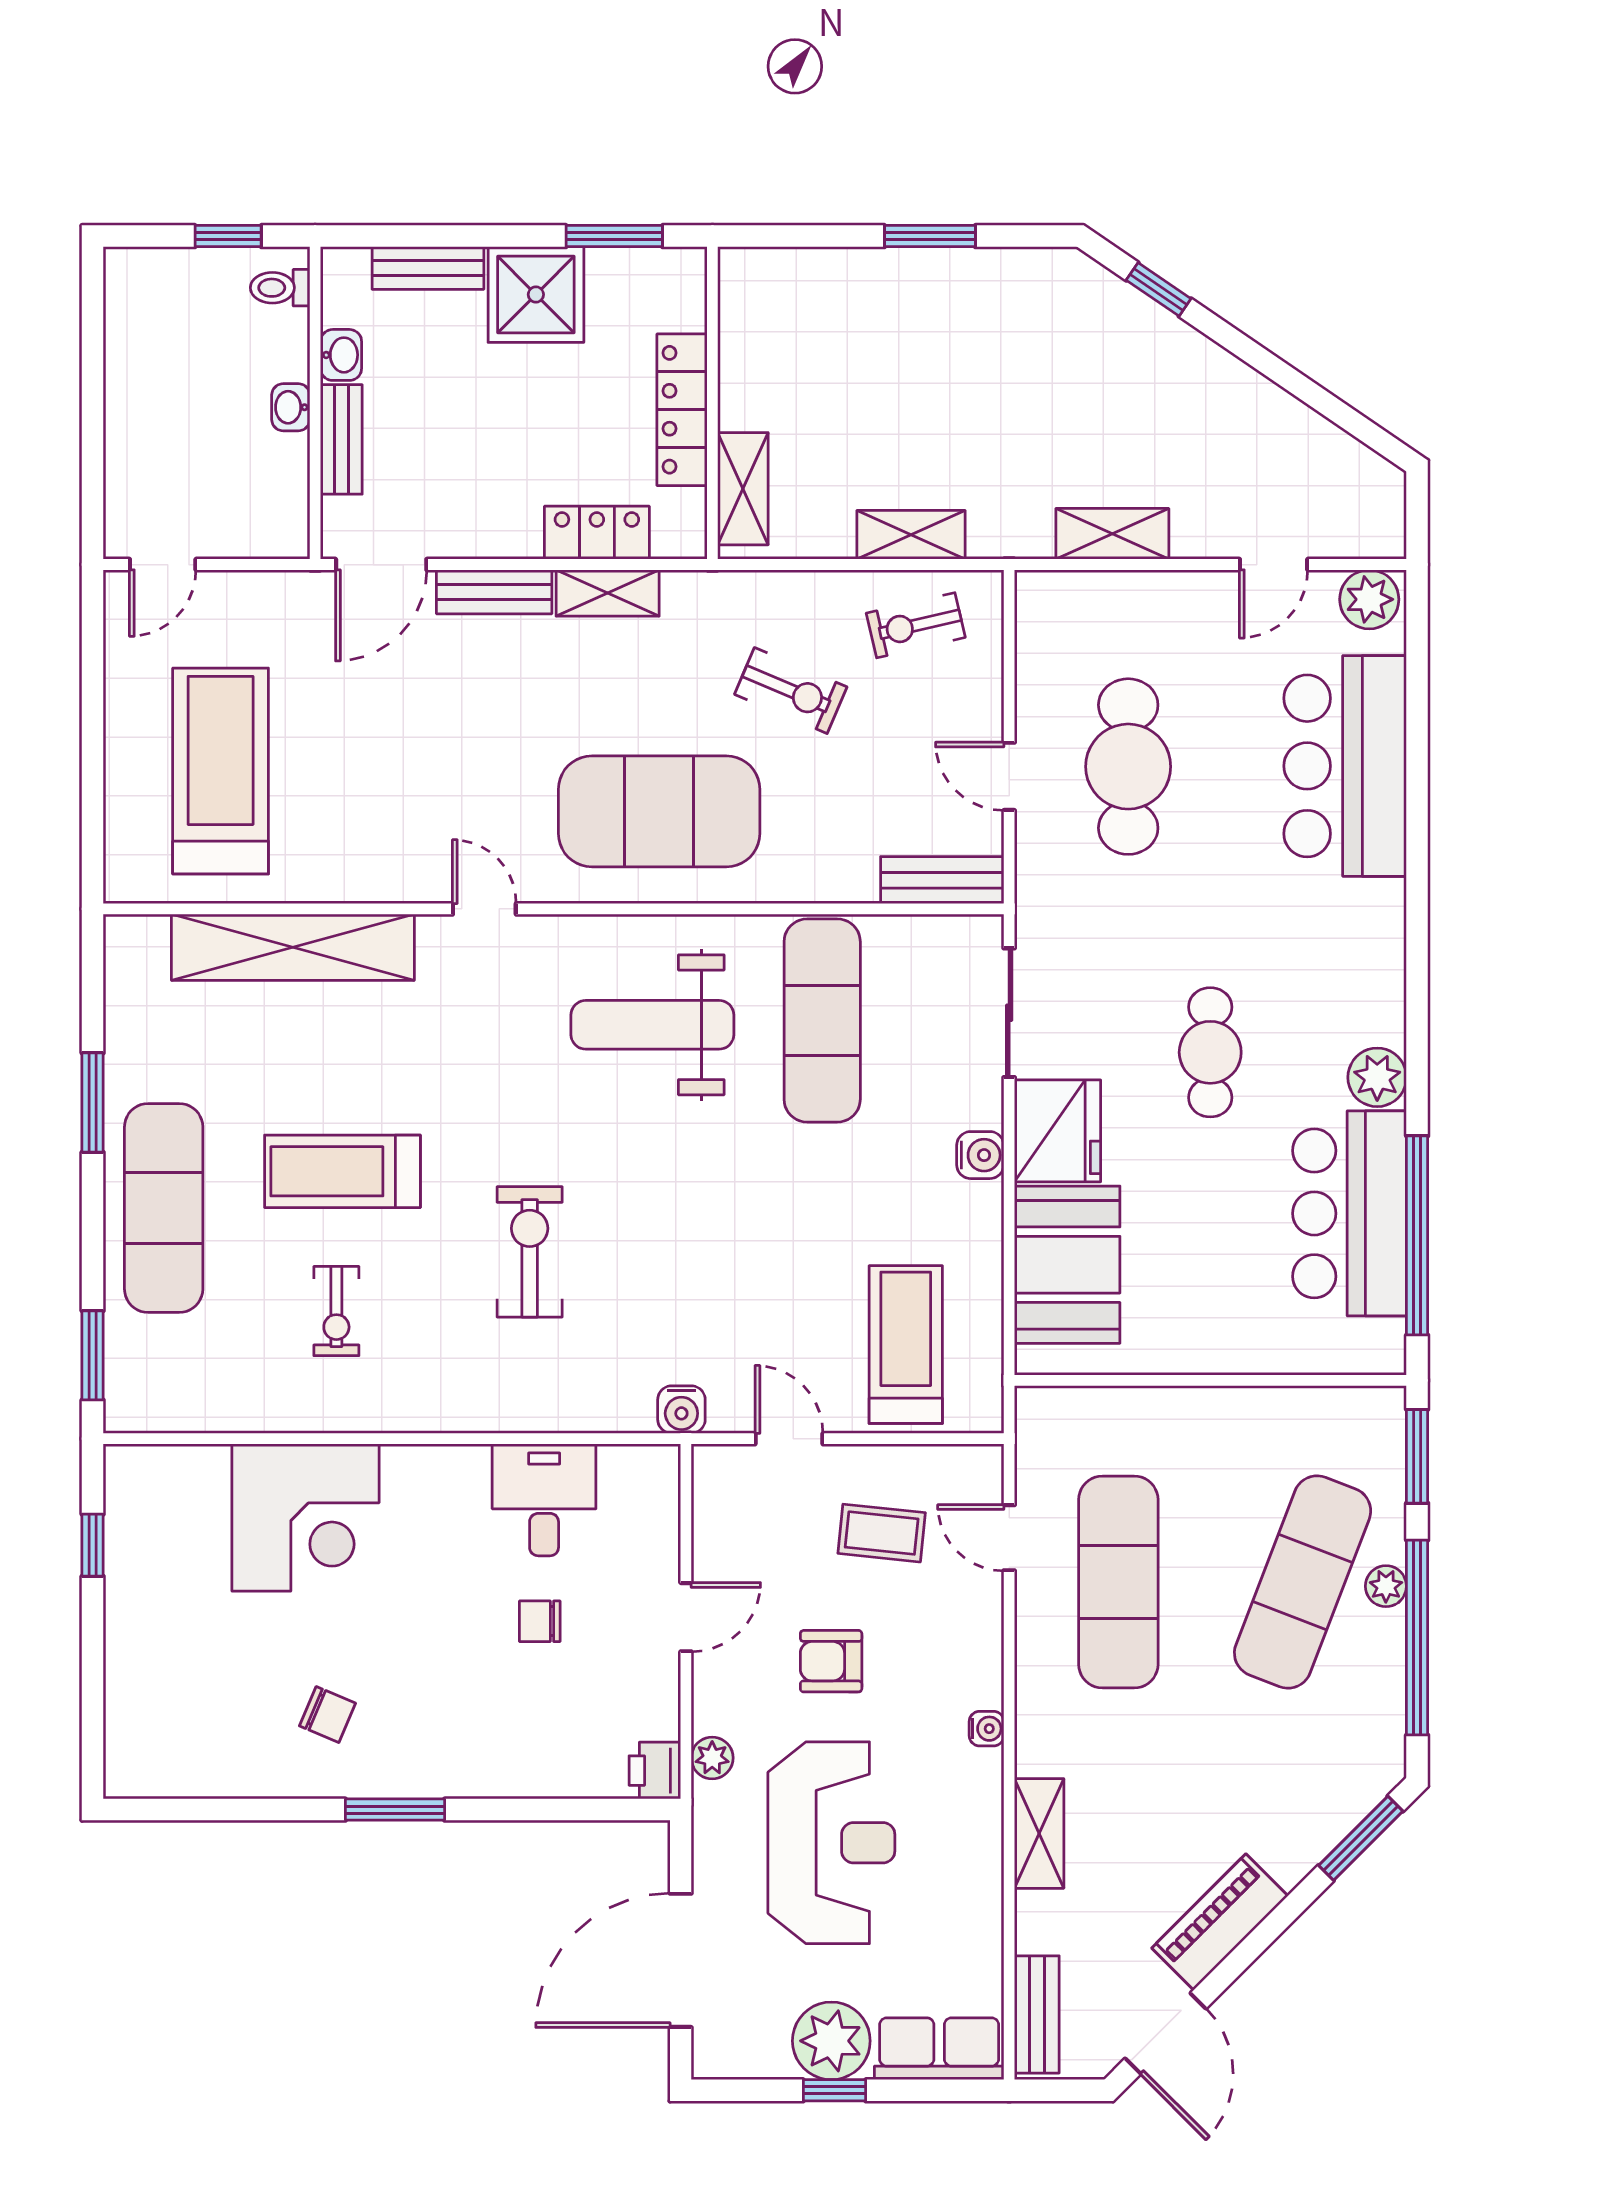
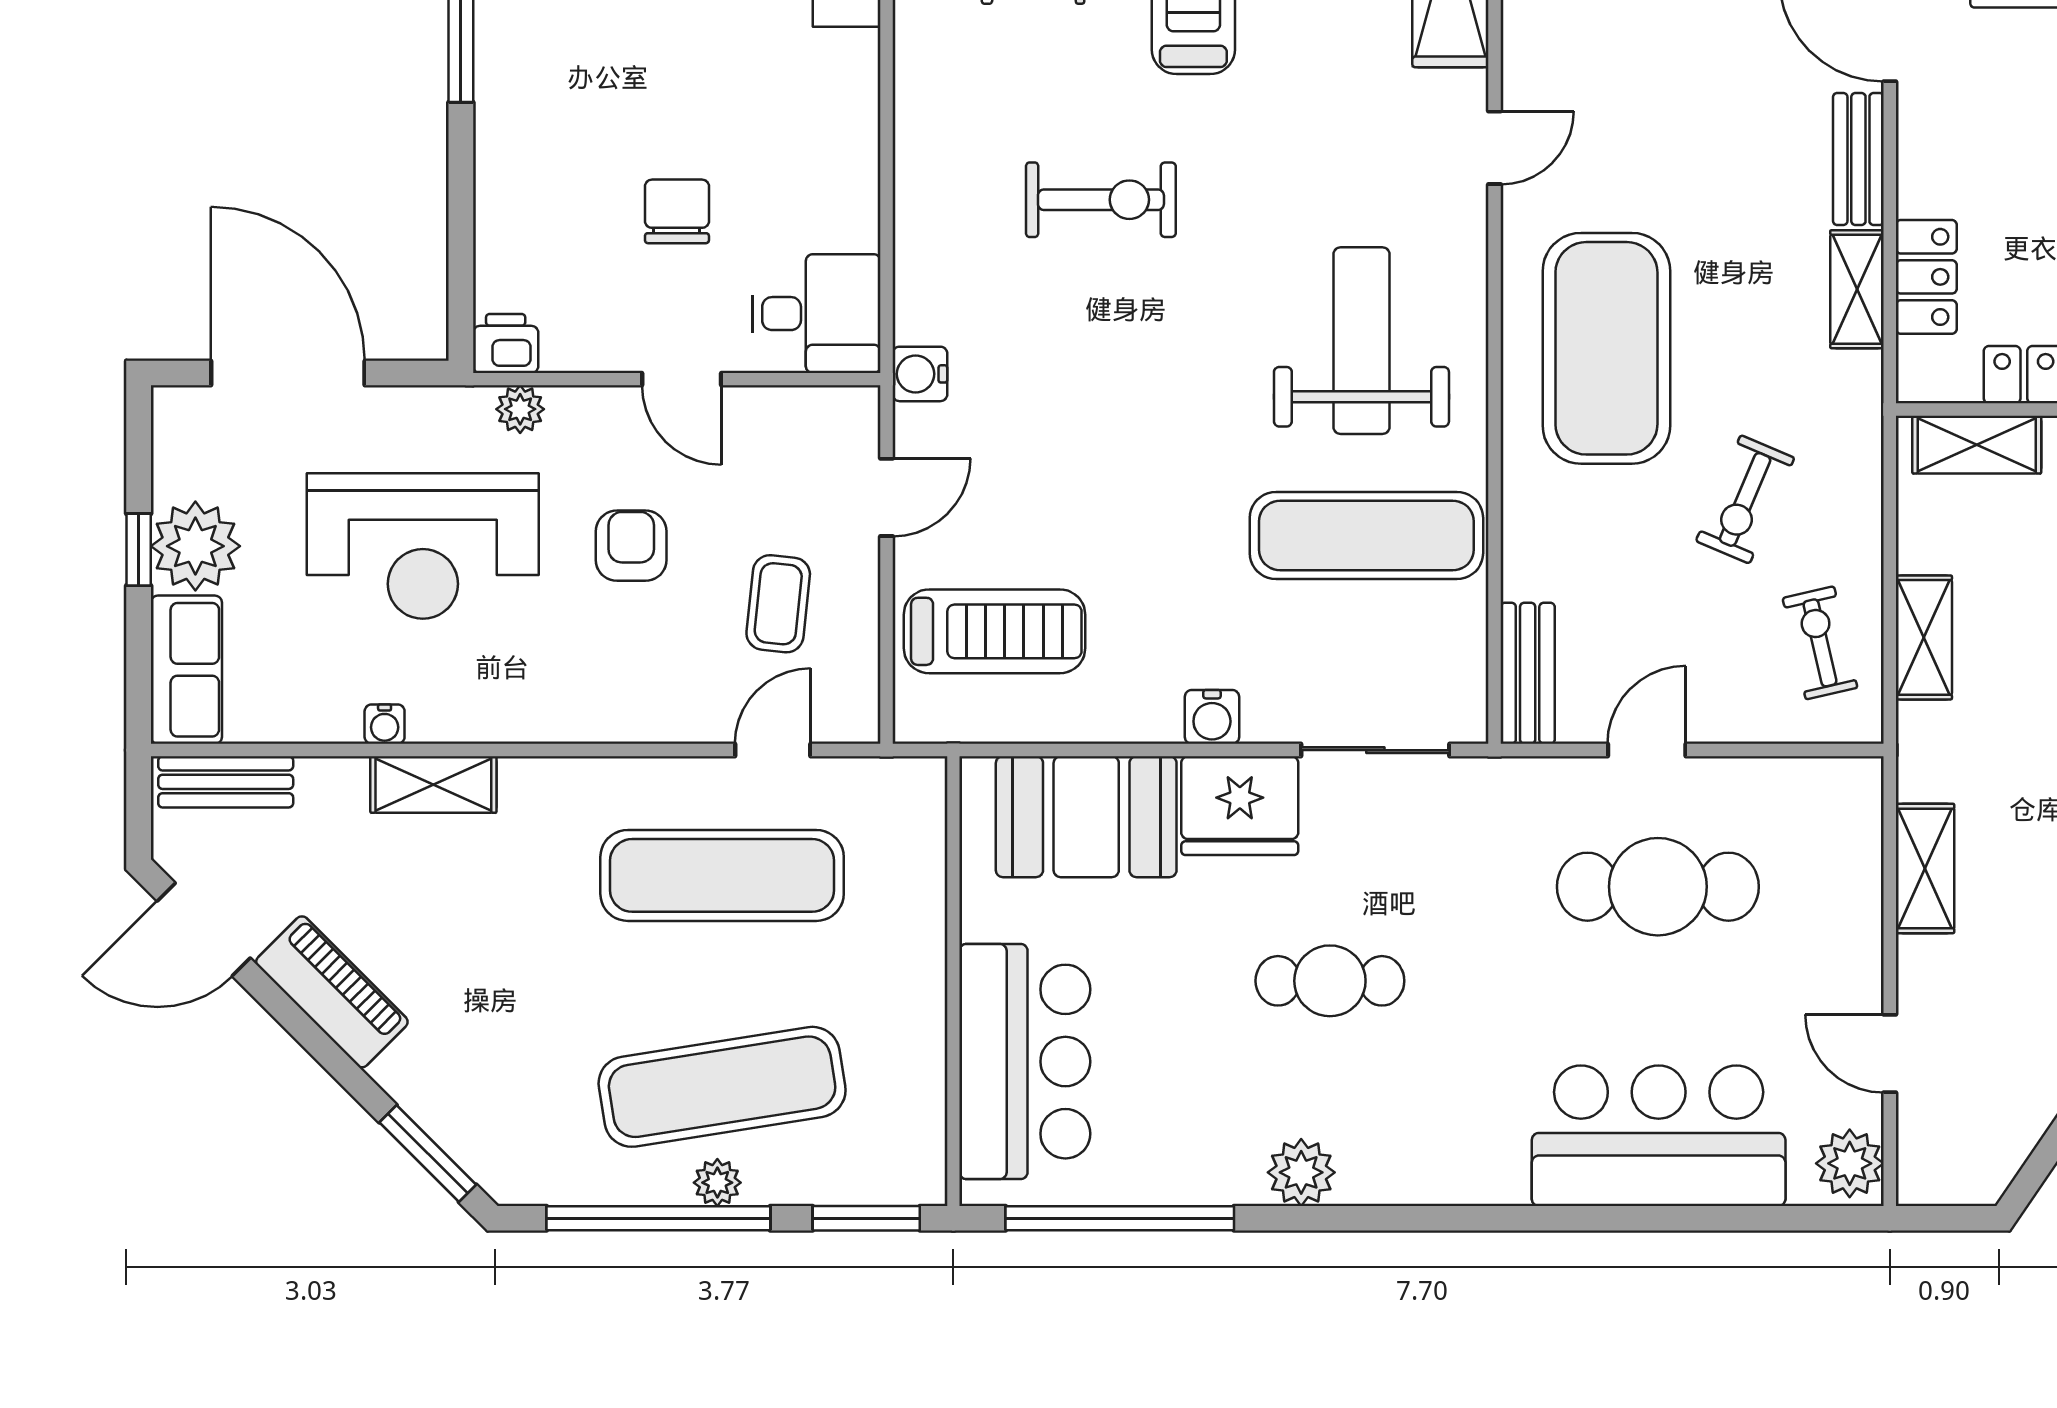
bar counter: (1350, 1213) -> (1025, 1062), moved, turned 90
desk: (544, 1500) -> (816, 314), moved
exercise mat: (1303, 1582) -> (722, 1087), turned -30
chair: (540, 1621) -> (677, 211), width x1.37, depth x1.37
water cooler: (987, 1729) -> (385, 724), moved

